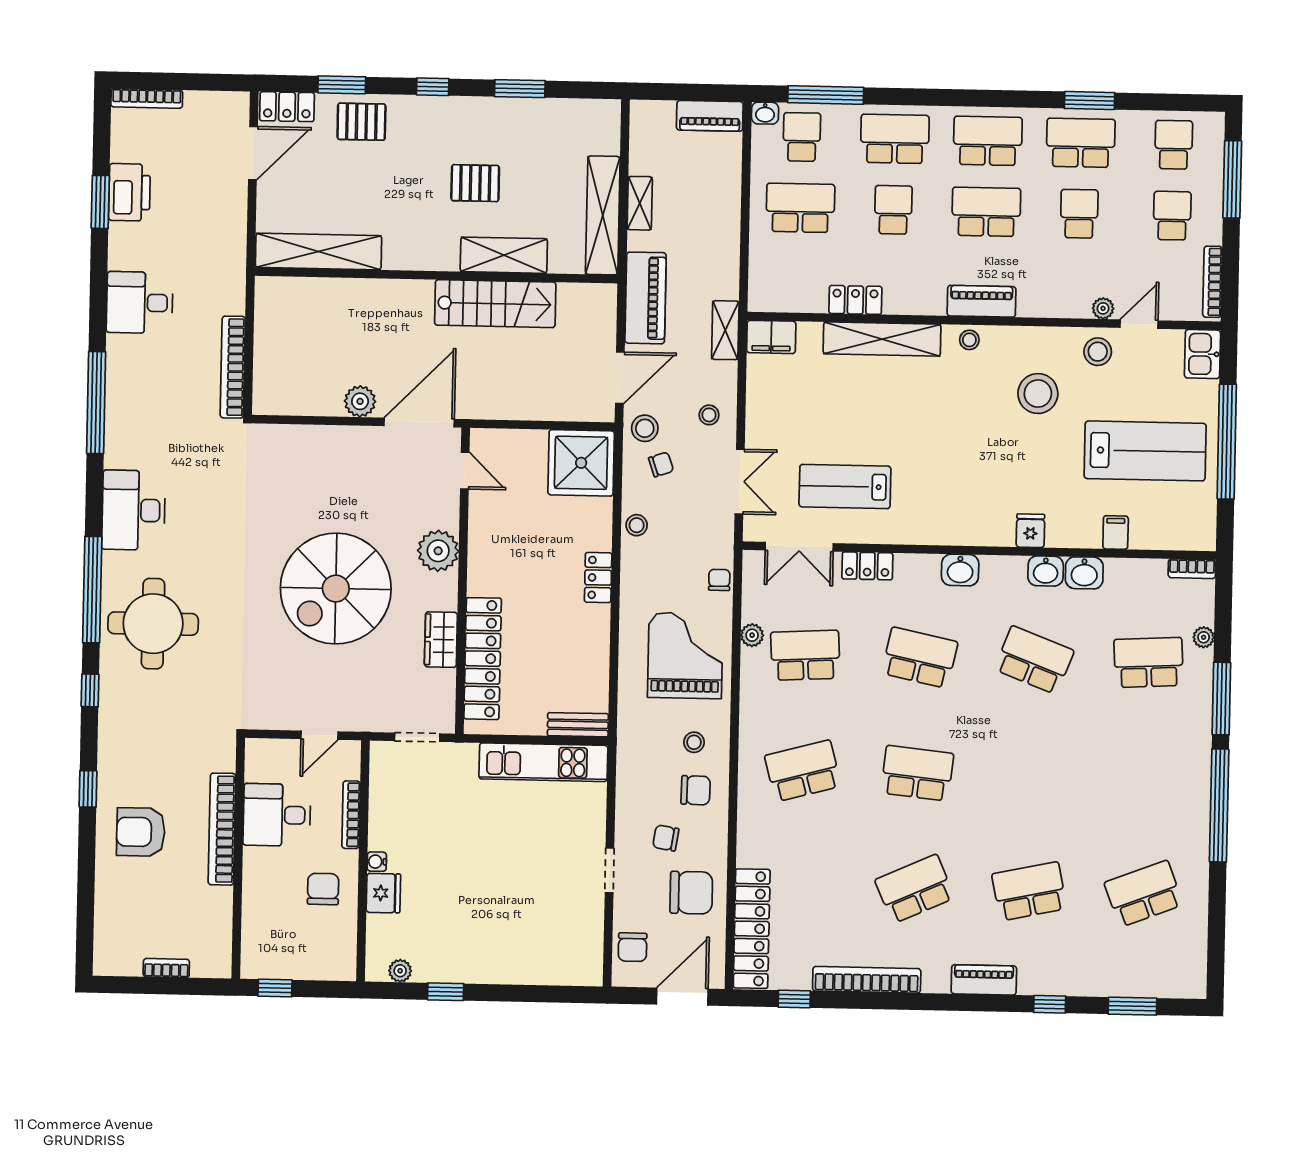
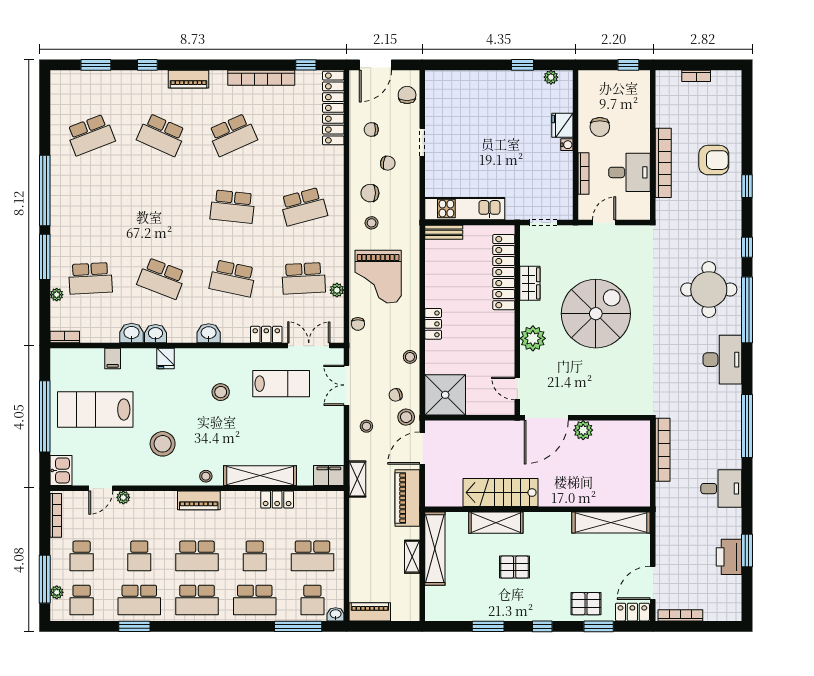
bookcase: (147, 98) -> (680, 615), moved
plant: (1213, 158) -> (57, 592), added
stool: (1098, 352) -> (221, 392), moved
school desk: (1029, 891) -> (161, 135), turned 36
chair: (691, 893) -> (371, 130), width x0.54, depth x0.54

